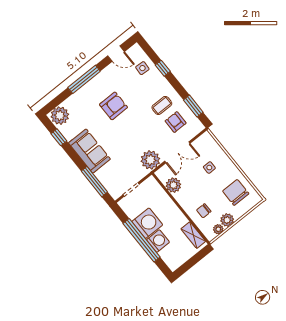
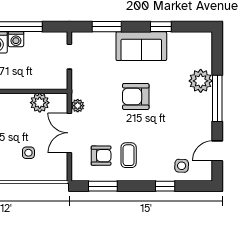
armchair: (113, 106) -> (136, 96), moved, turned 90
plant: (60, 116) -> (201, 81), moved
window: (59, 137) -> (161, 27), moved
plant: (150, 160) -> (78, 106), width x0.53, depth x0.53
window: (94, 182) -> (107, 27), width x0.69
washing machine: (147, 223) -> (16, 39), width x0.53, depth x0.53

